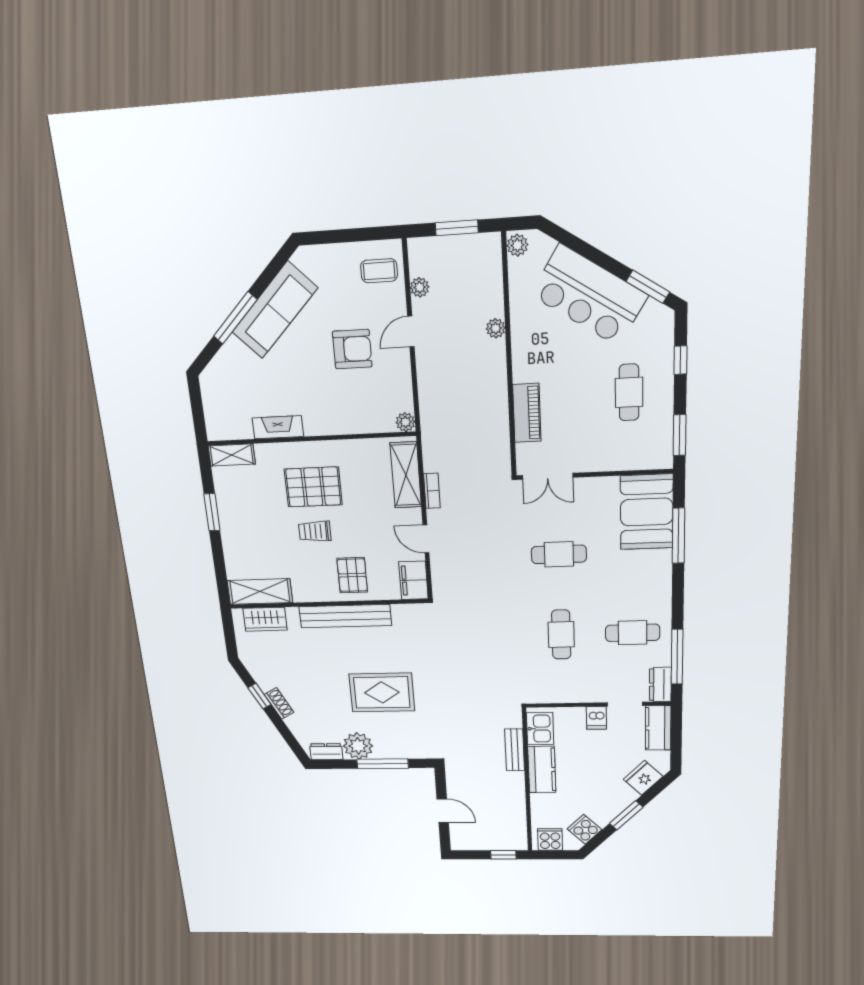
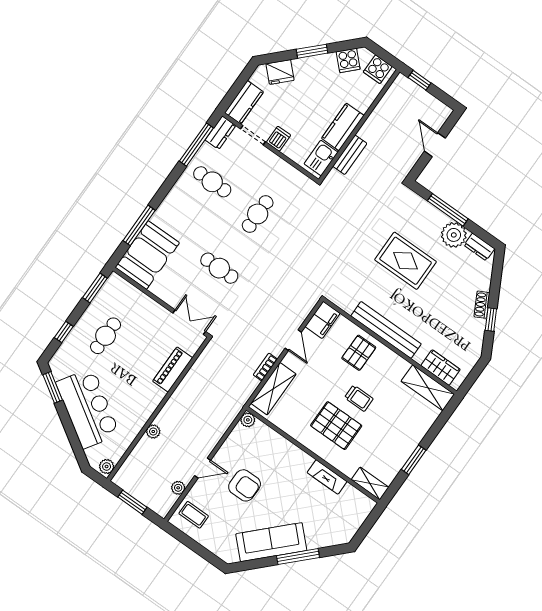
armchair: (352, 349) -> (245, 485), turned 180

